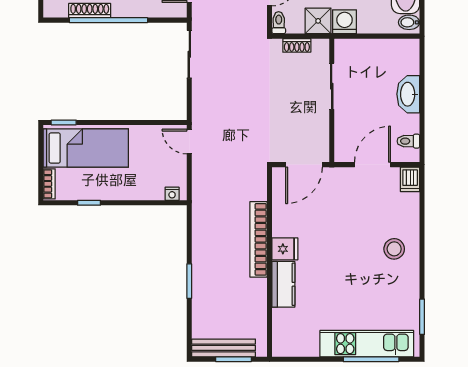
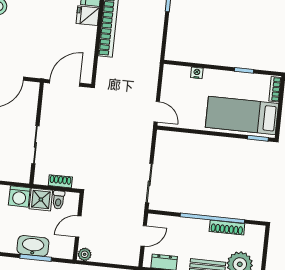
toilet: (279, 23) -> (58, 200), moved
nightstand: (172, 194) -> (197, 73), moved

